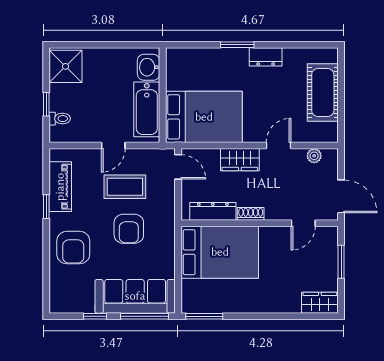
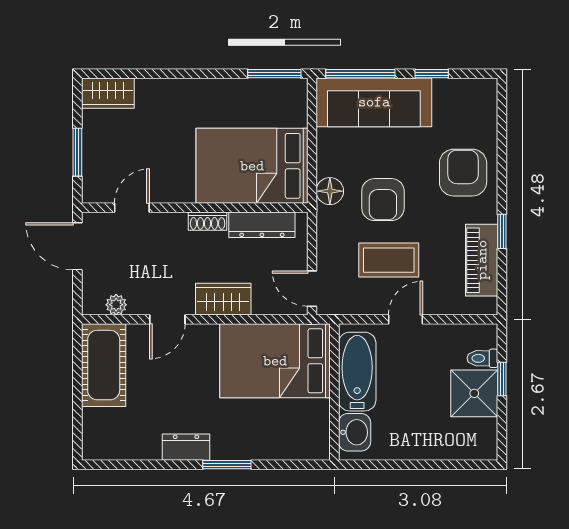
shower: (65, 66) -> (474, 393), moved
cot: (323, 92) -> (104, 365), moved
armchair: (129, 229) -> (383, 200), turned 180
floor lamp: (166, 235) -> (330, 191), added

